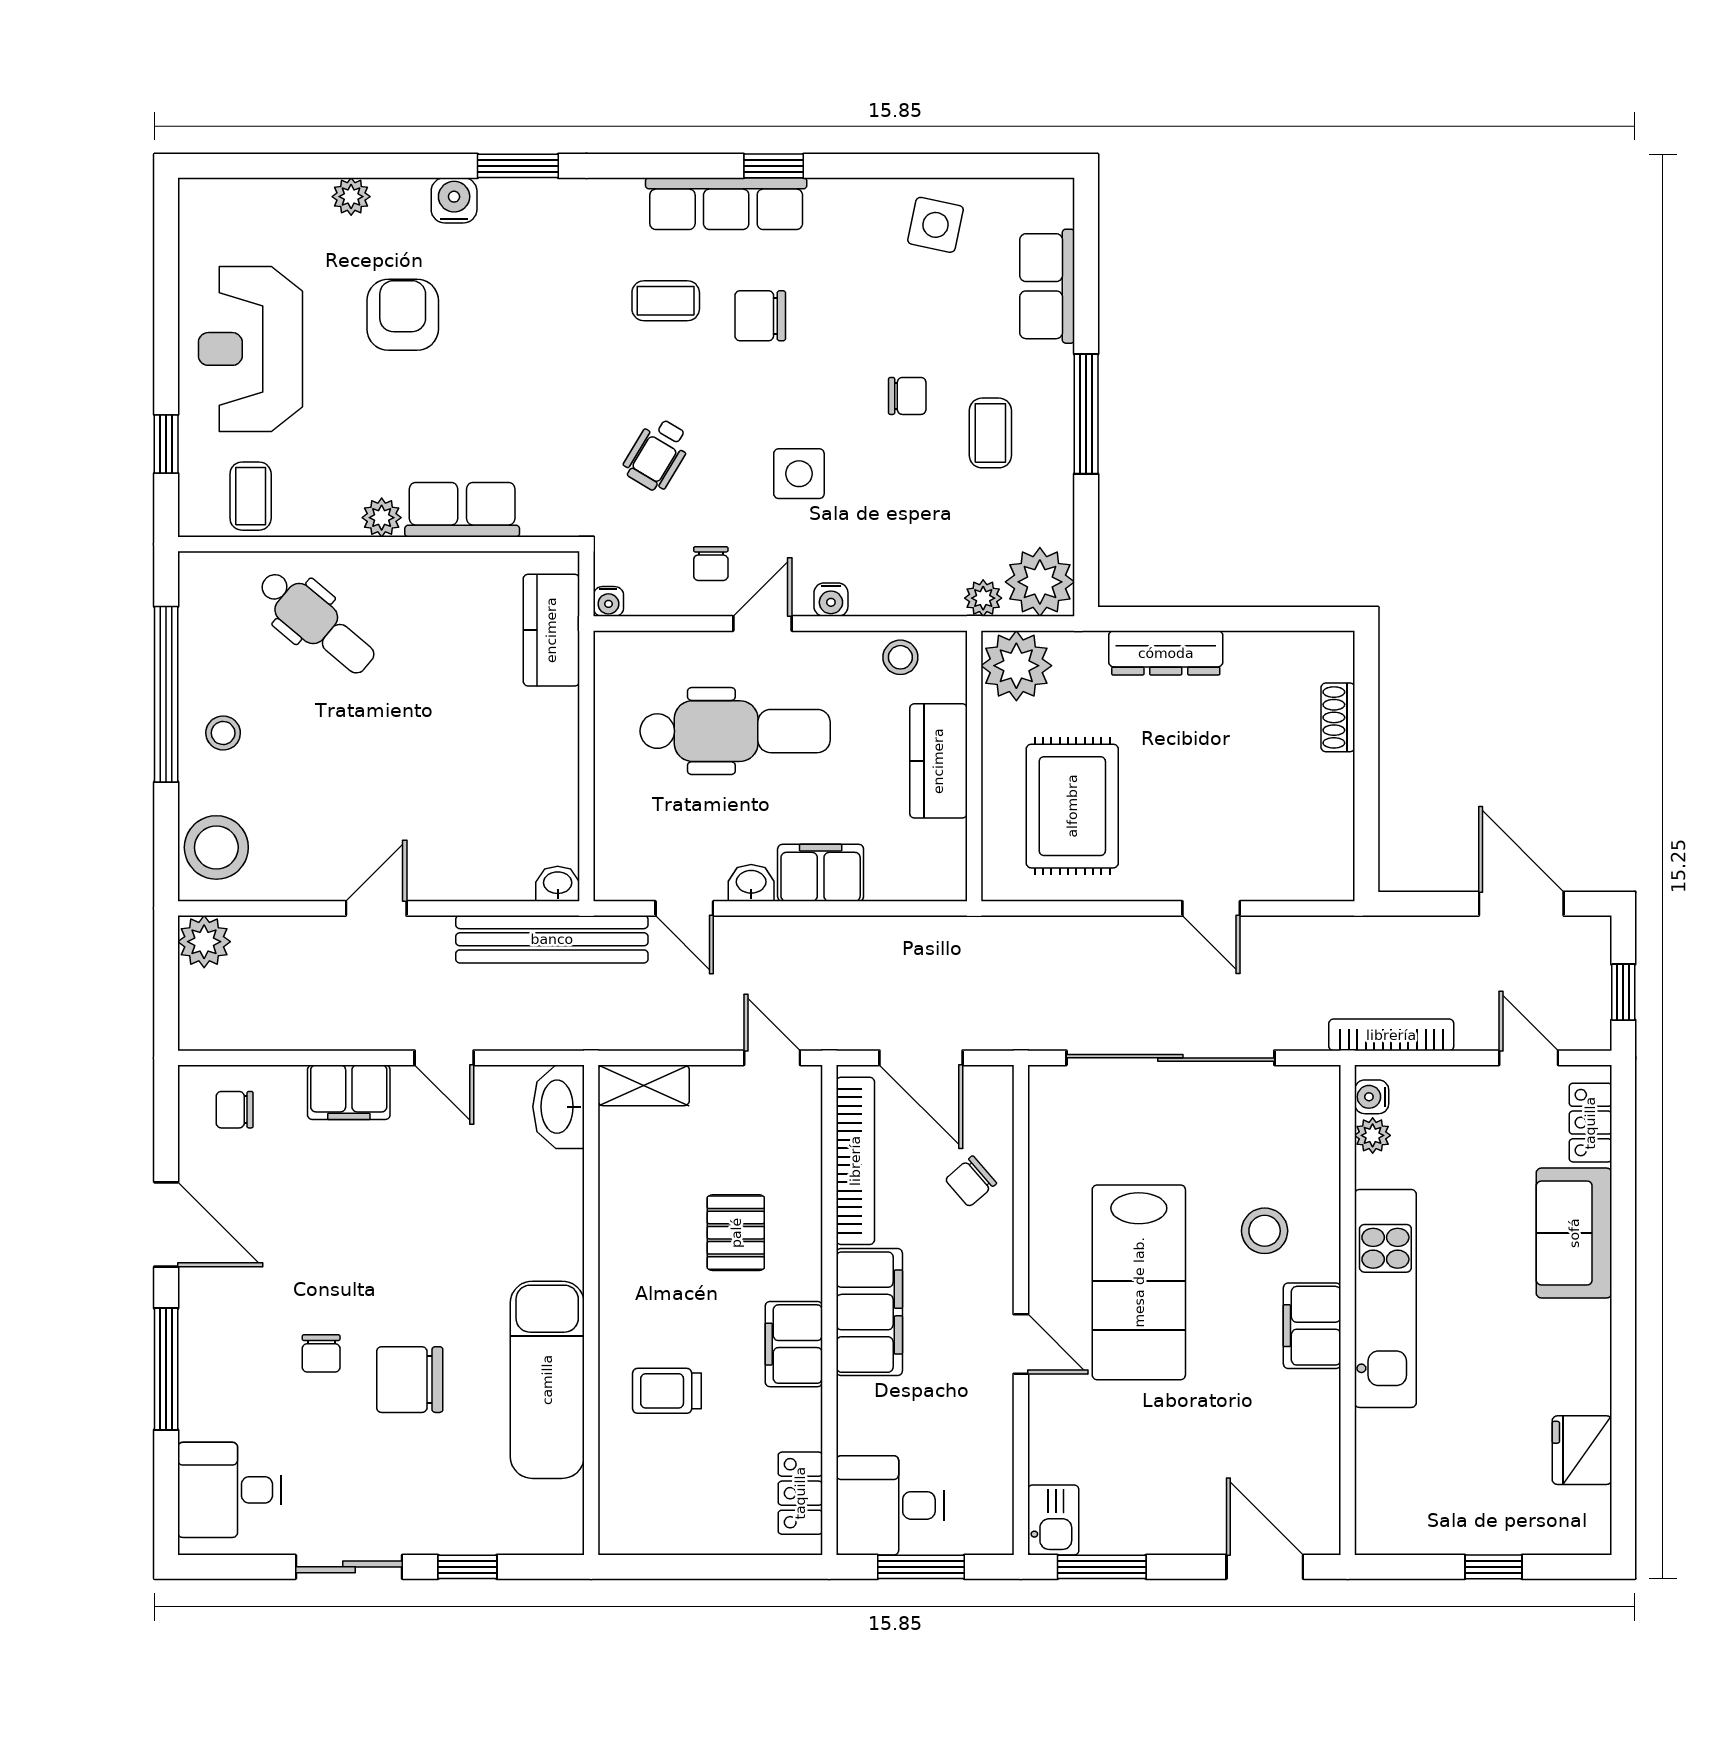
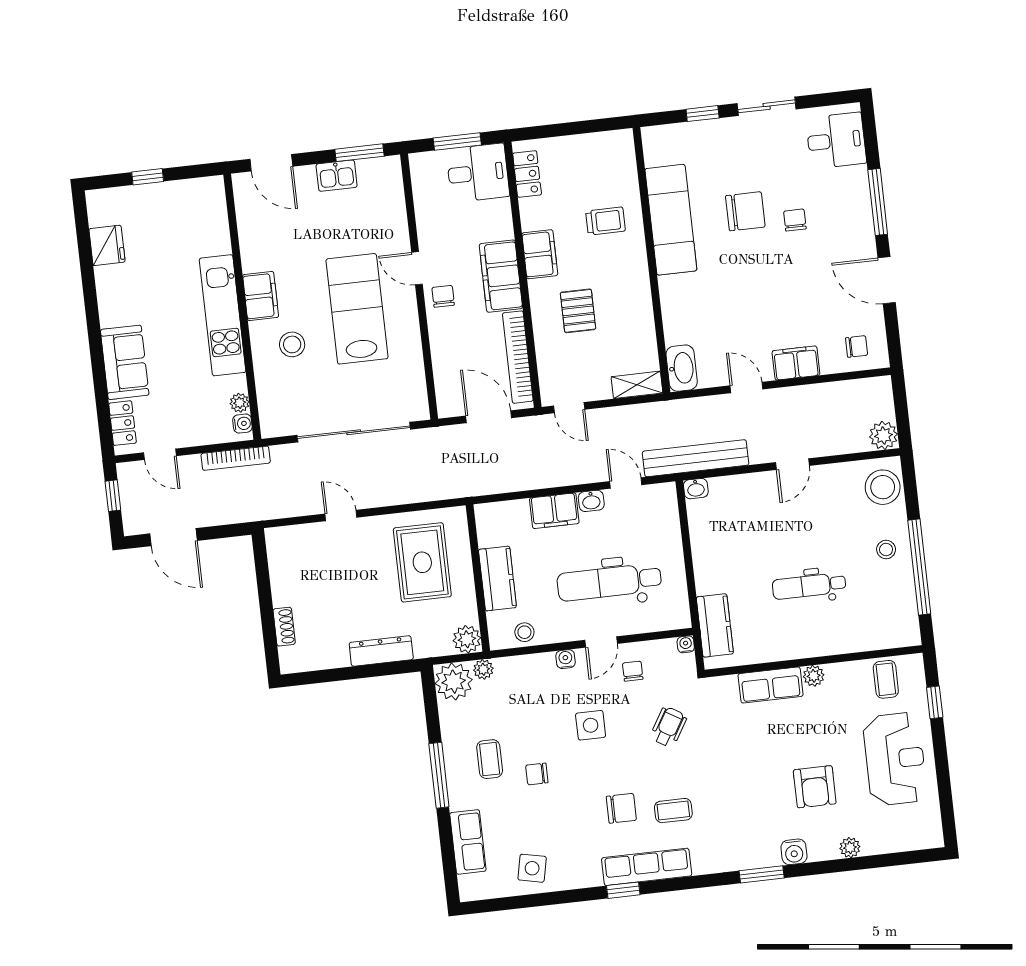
dental chair: (316, 622) -> (809, 586), moved, turned -40
plant: (1016, 666) -> (467, 639), width x0.73, depth x0.73
chair: (971, 1181) -> (443, 296), moved, turned -49
kitchen sink: (1053, 1520) -> (337, 176), moved, turned -90

